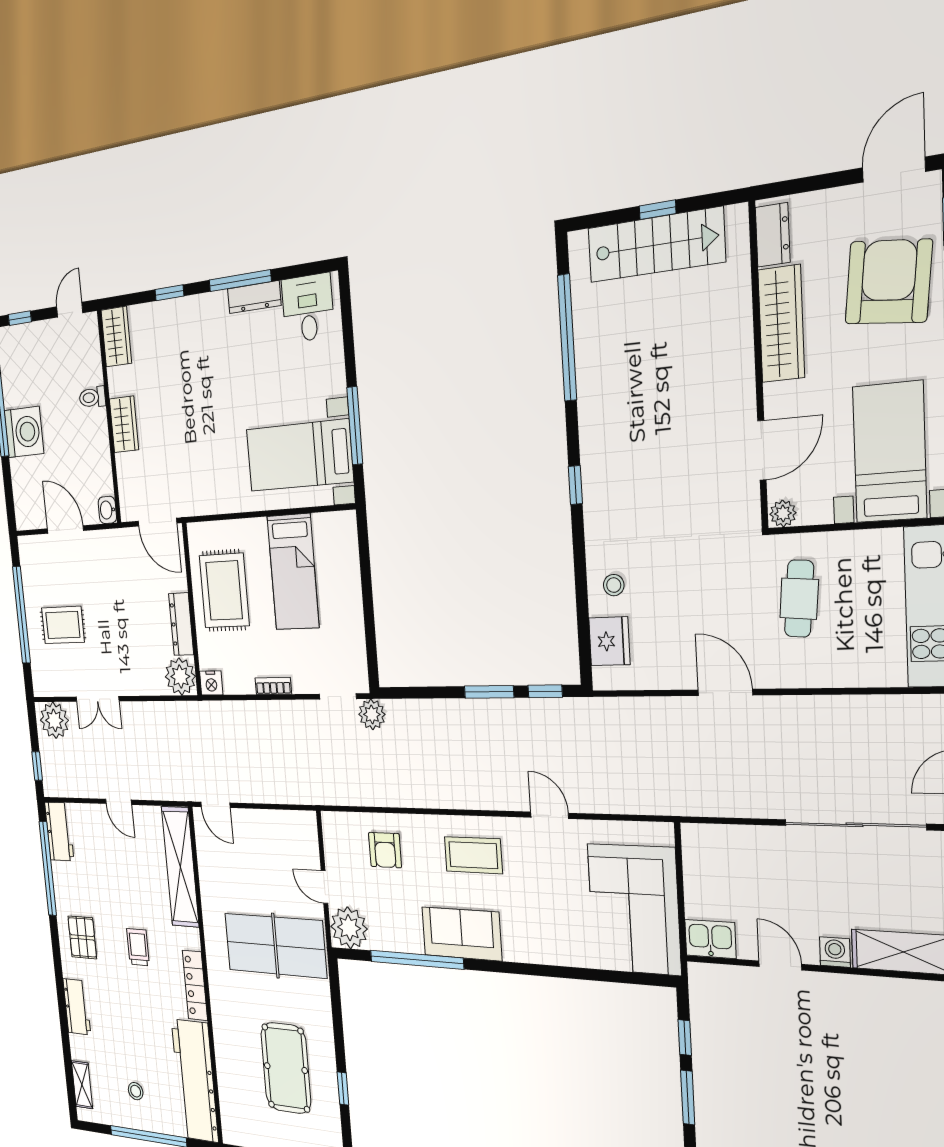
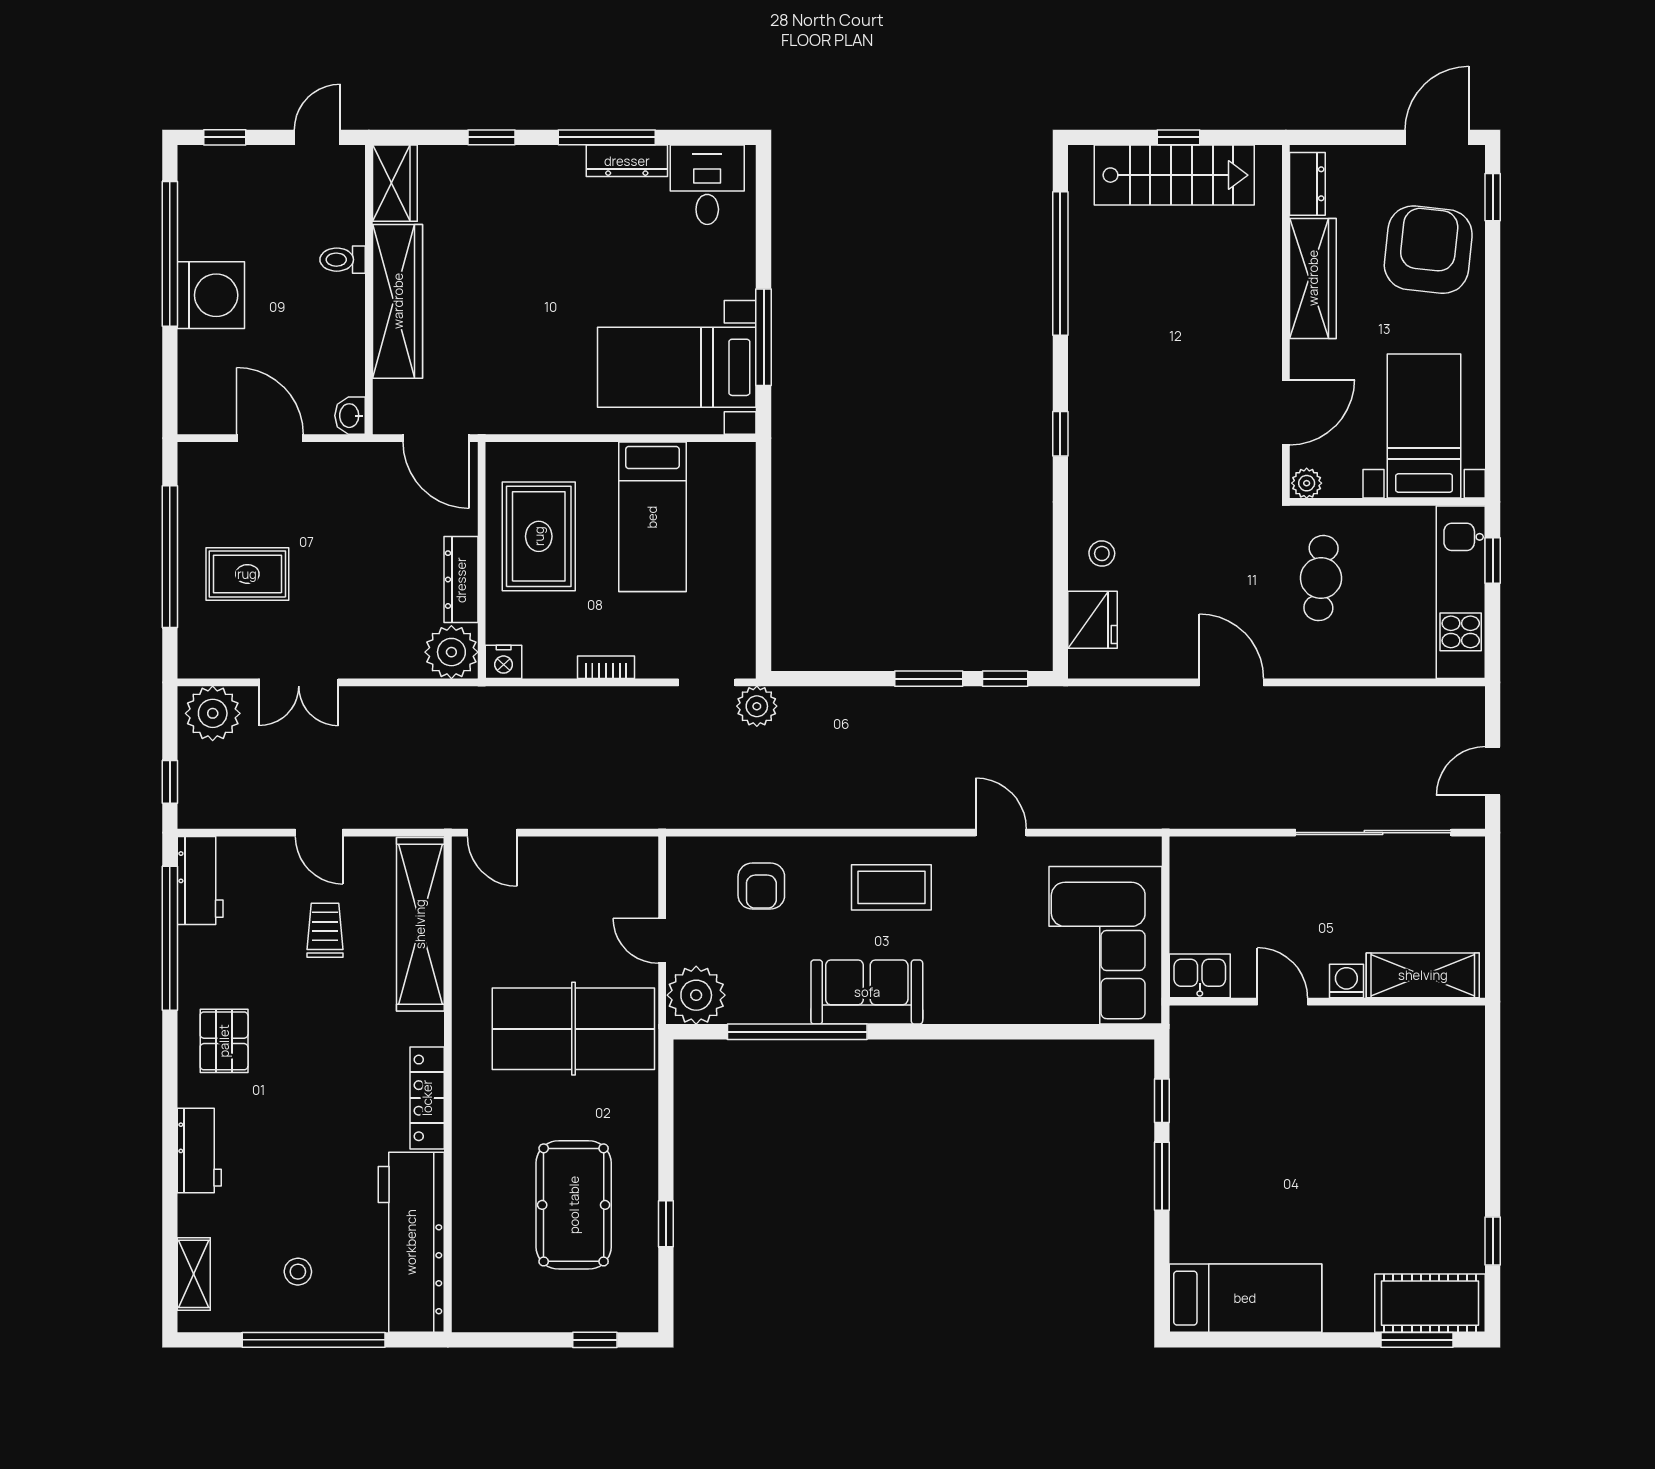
wardrobe: (124, 424) -> (398, 301), width x2.10, depth x1.17
trolley: (138, 947) -> (325, 930), moved

